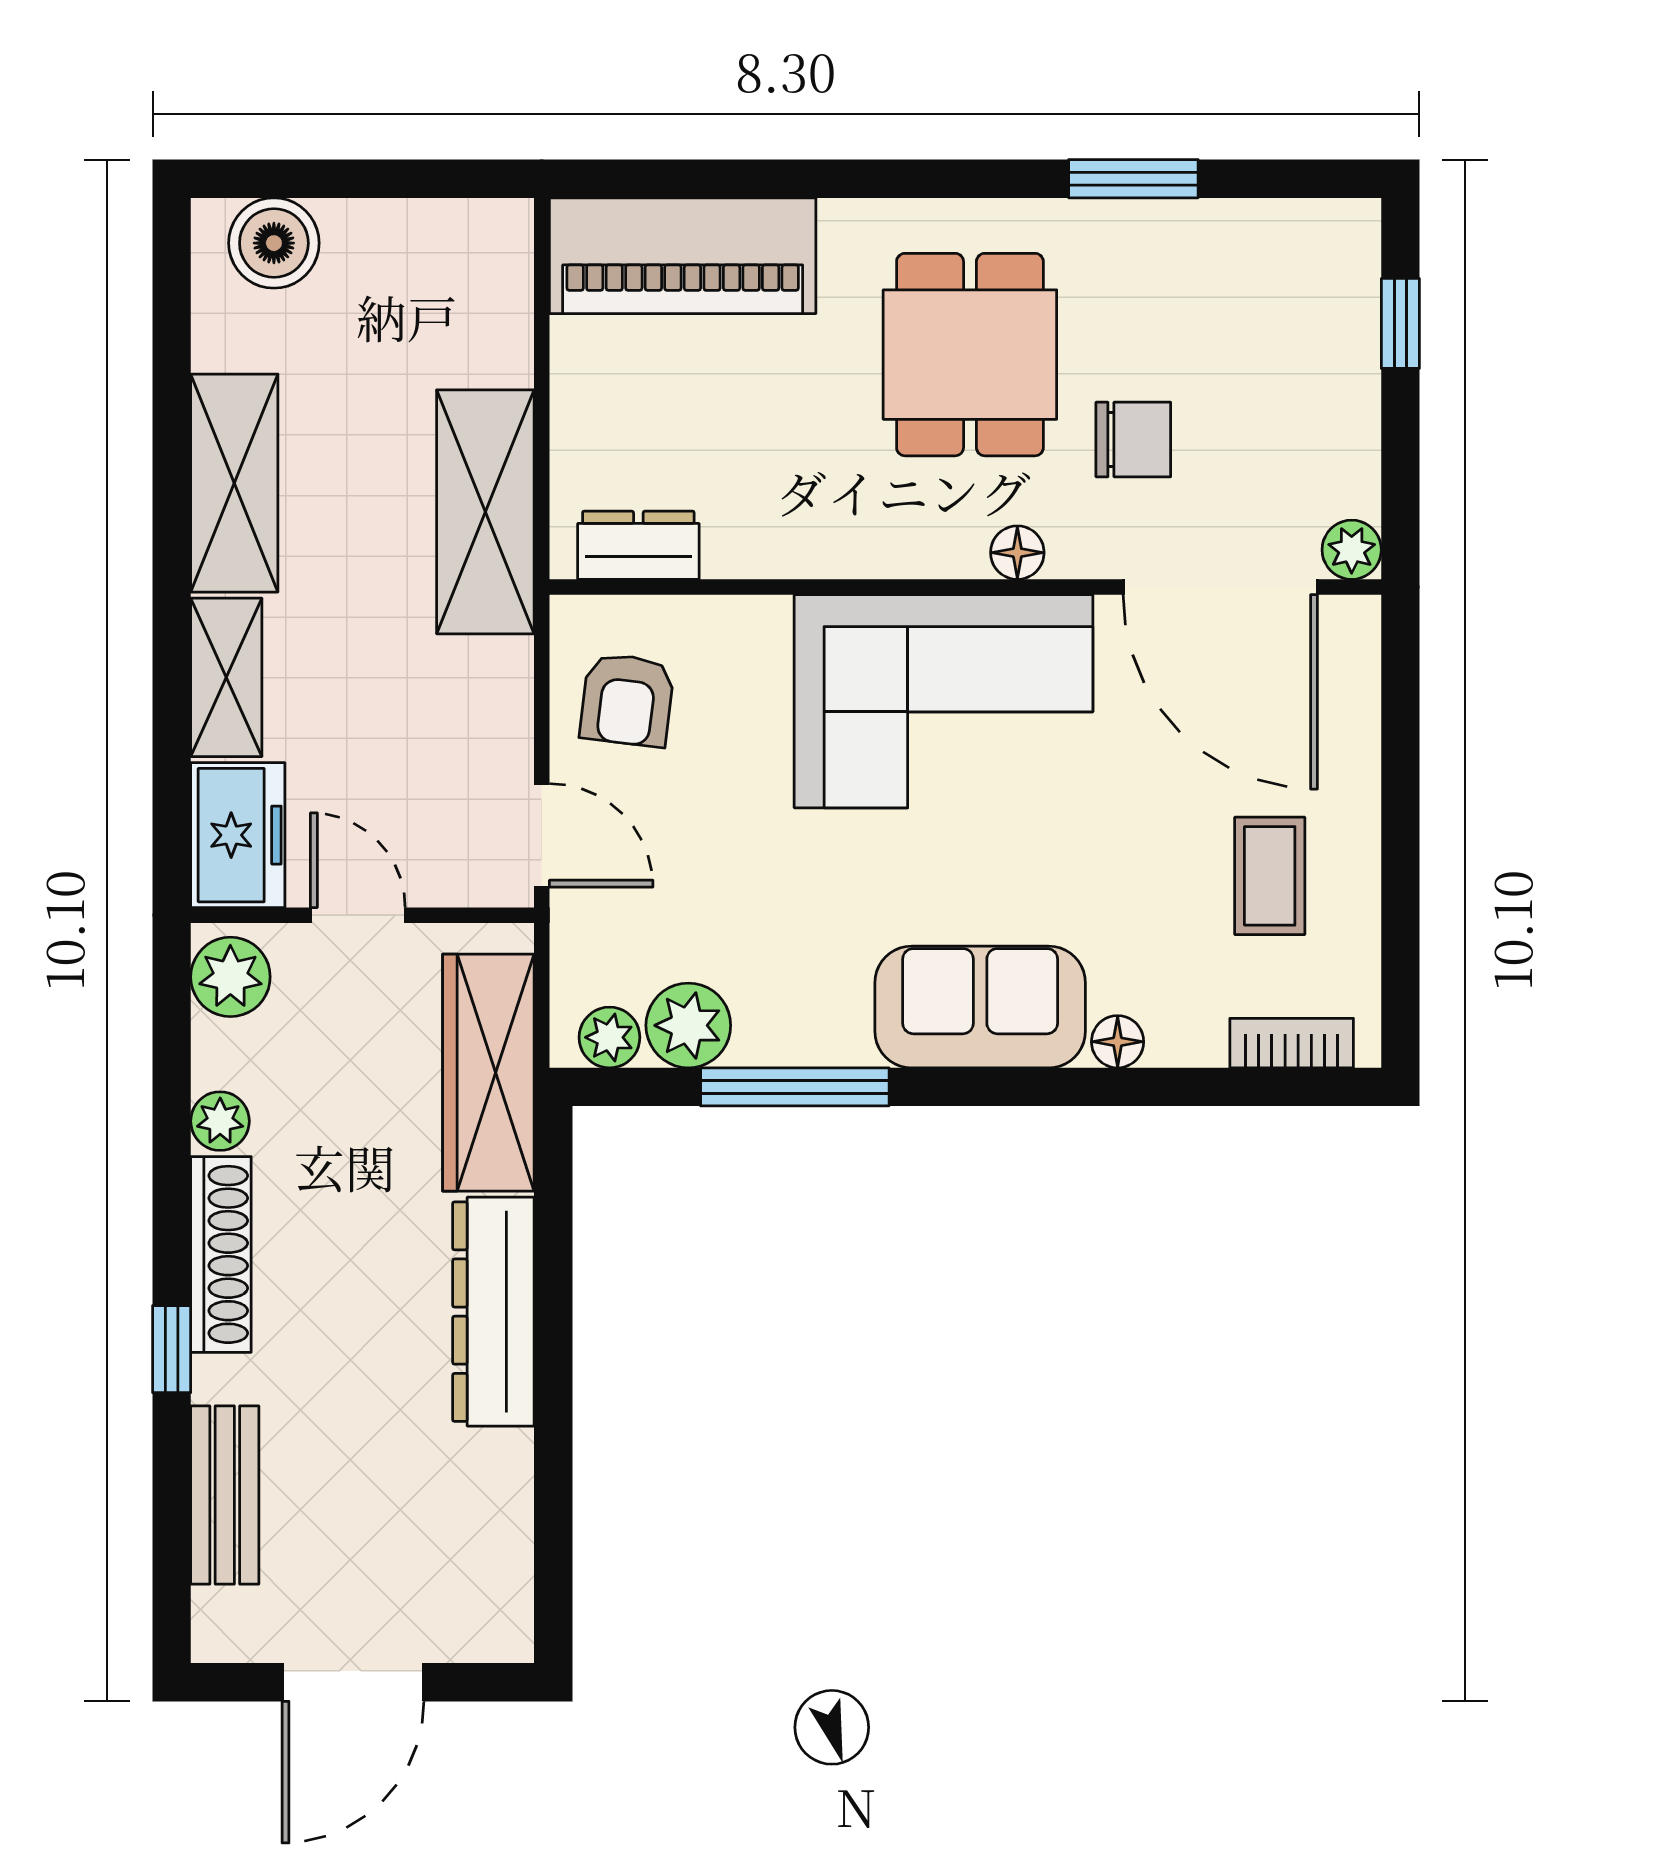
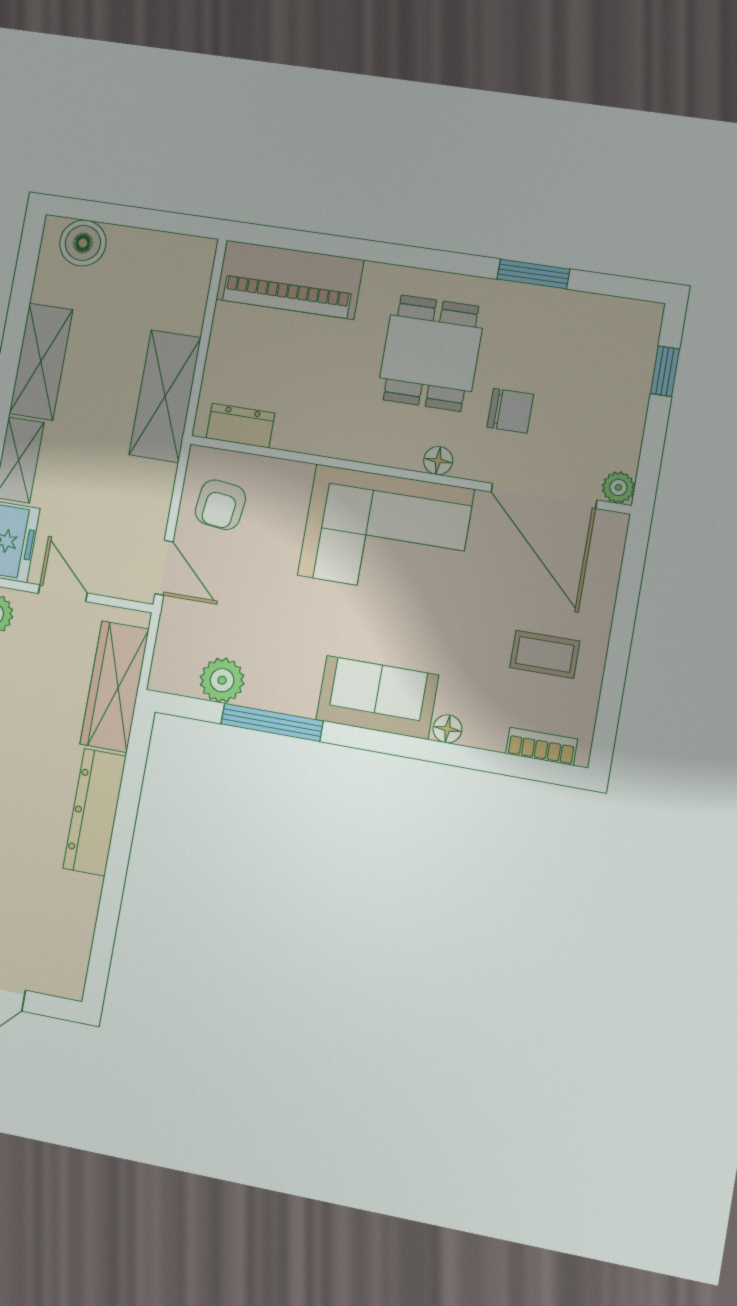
coffee table: (1270, 876) -> (545, 654), turned 90
plant: (609, 1037) -> (180, 679), removed

